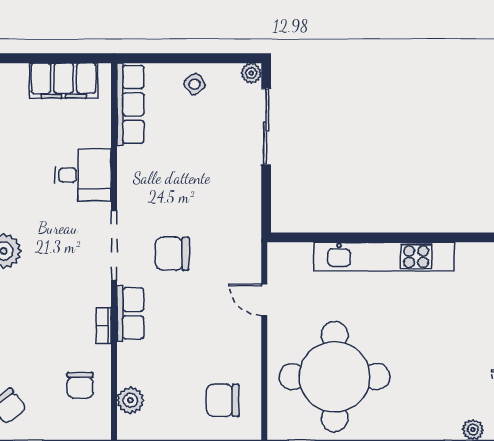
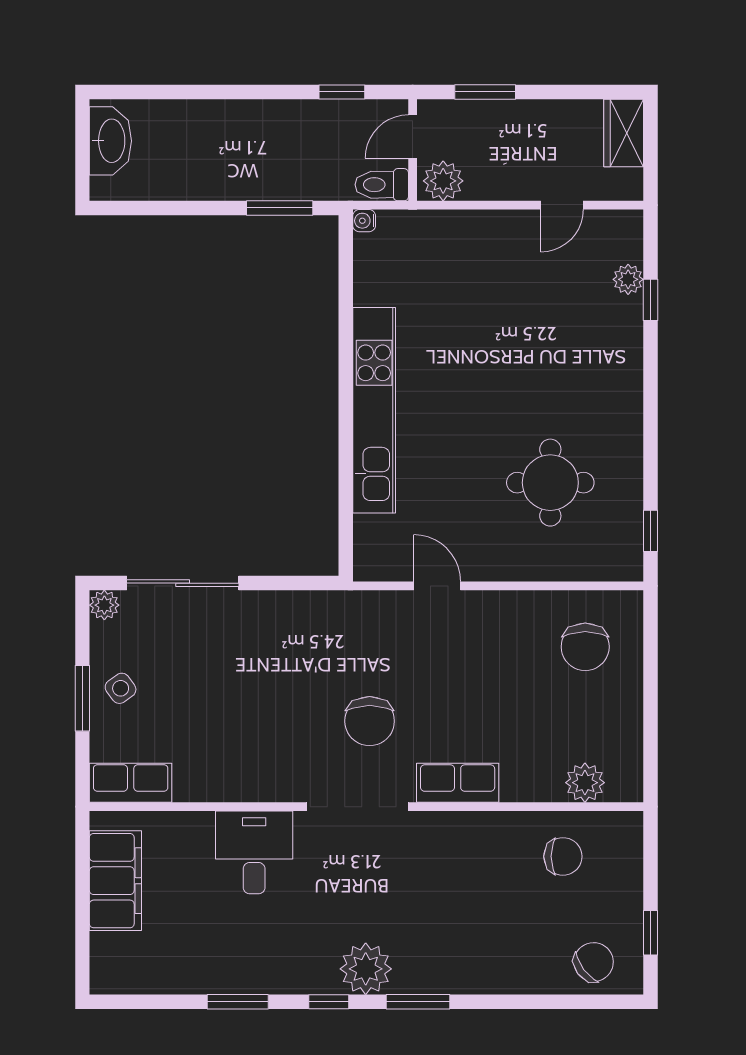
window: (188, 58) -> (82, 698), added
row of seats: (130, 104) -> (131, 783), width x0.68
door: (264, 300) -> (437, 586), swing flipped
bookcase: (104, 325) -> (475, 822), removed
round table: (335, 377) -> (550, 483), width x0.54, depth x0.54

